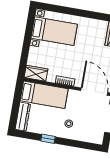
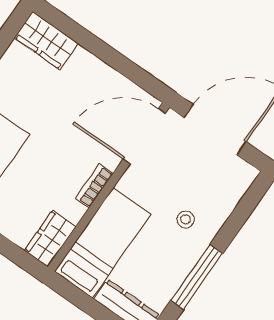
window: (48, 139) -> (197, 277), width x2.17

